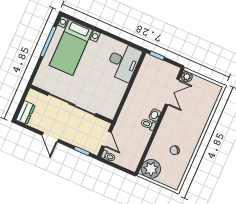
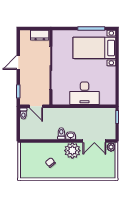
desk: (123, 62) -> (85, 93), moved
dresser: (26, 113) -> (40, 35), moved
door: (107, 139) -> (36, 106), hinge flipped
plant: (151, 169) -> (72, 151), moved

